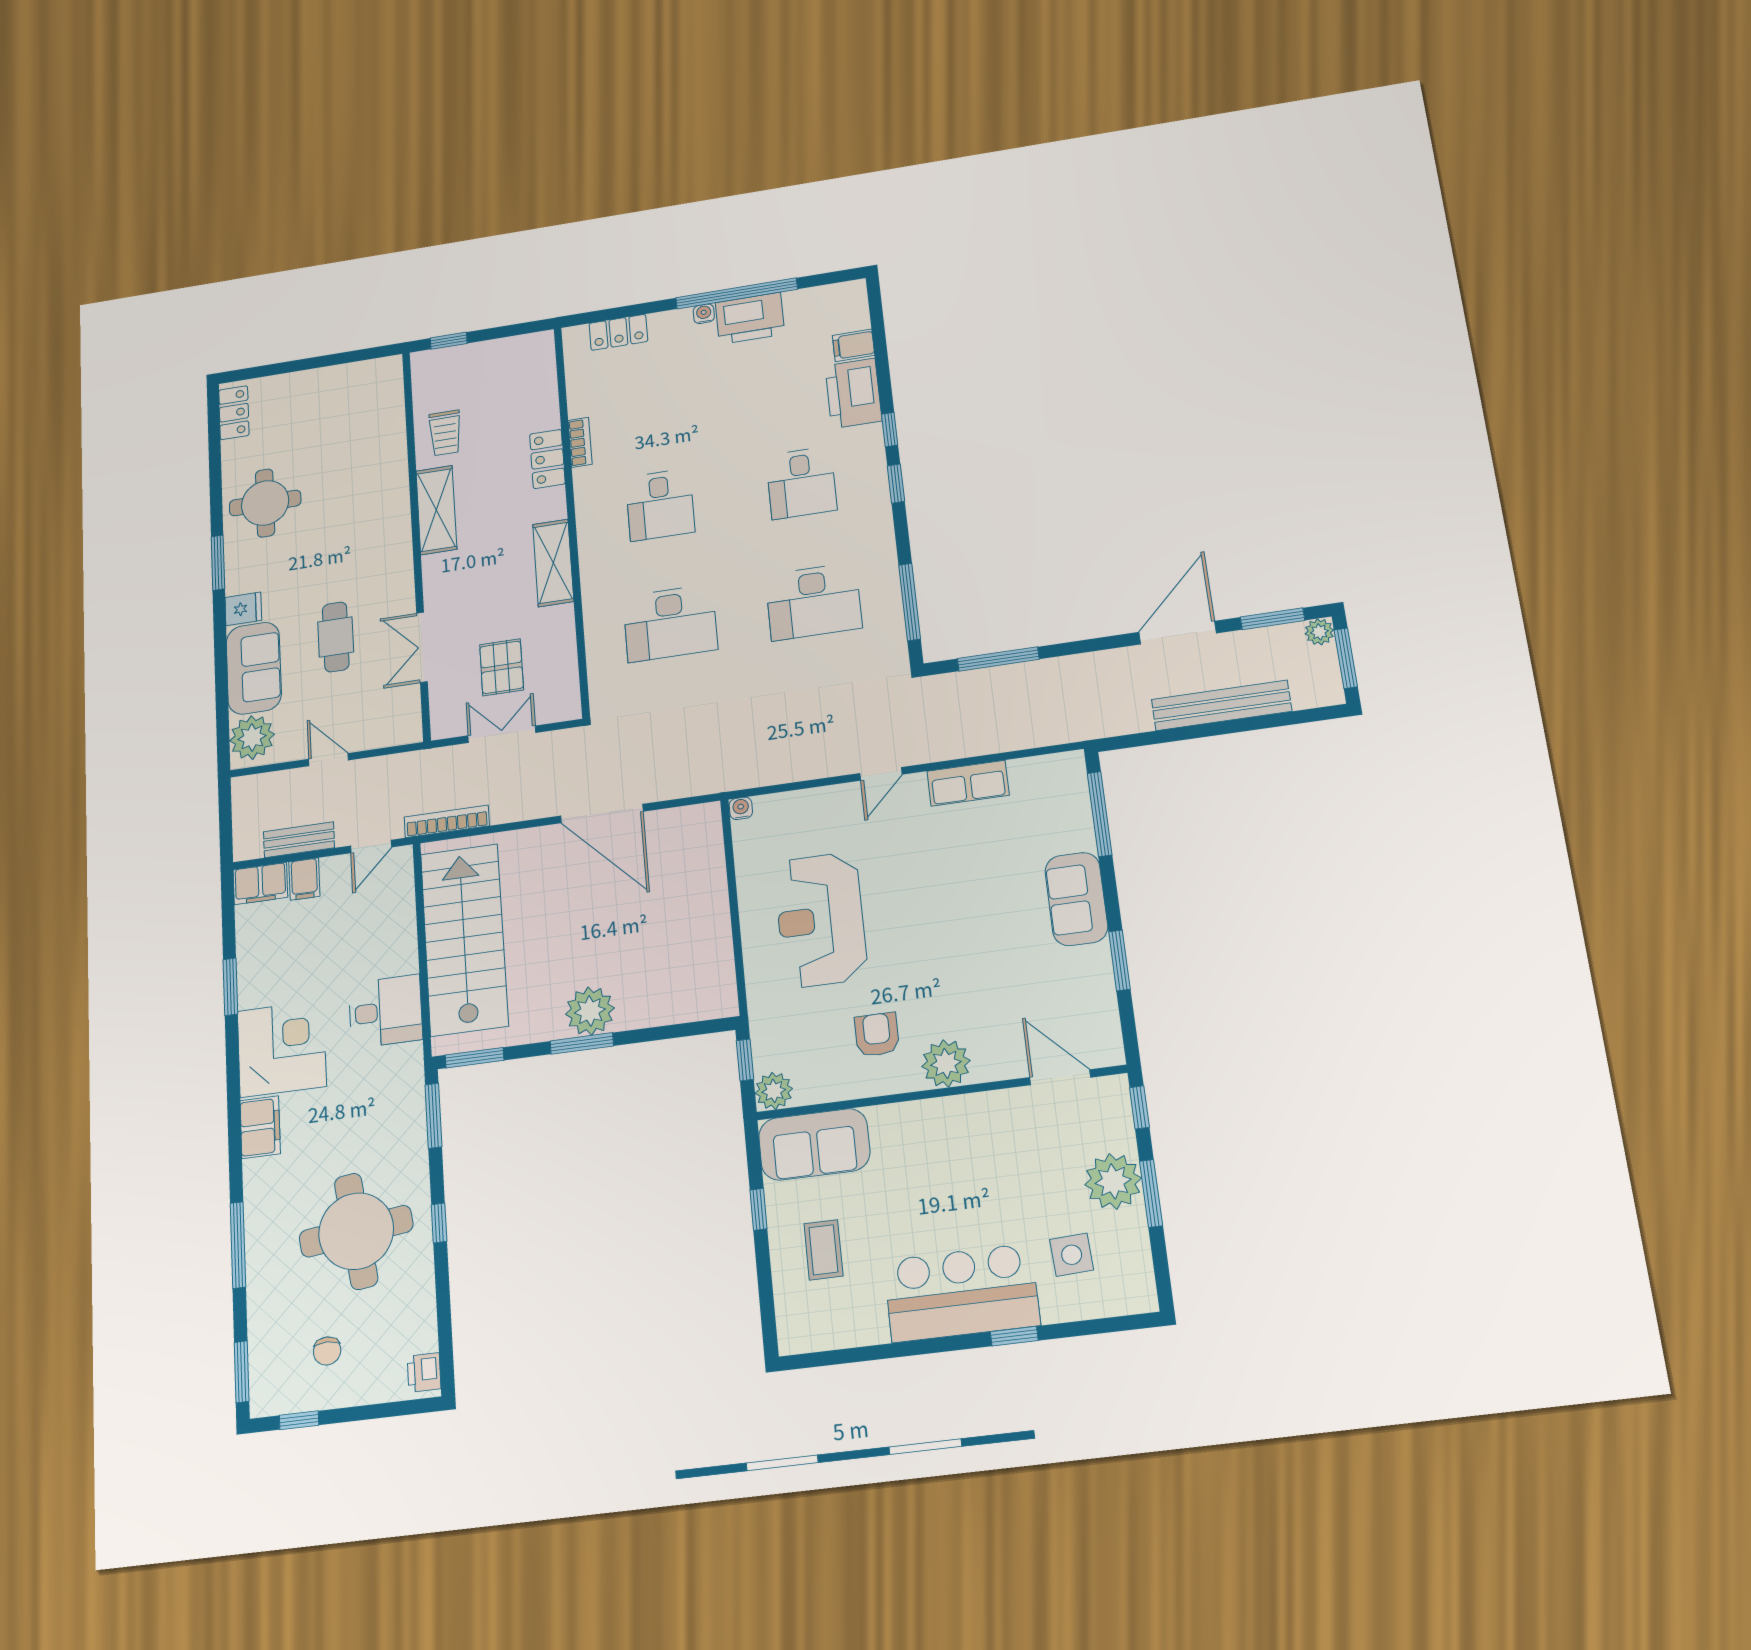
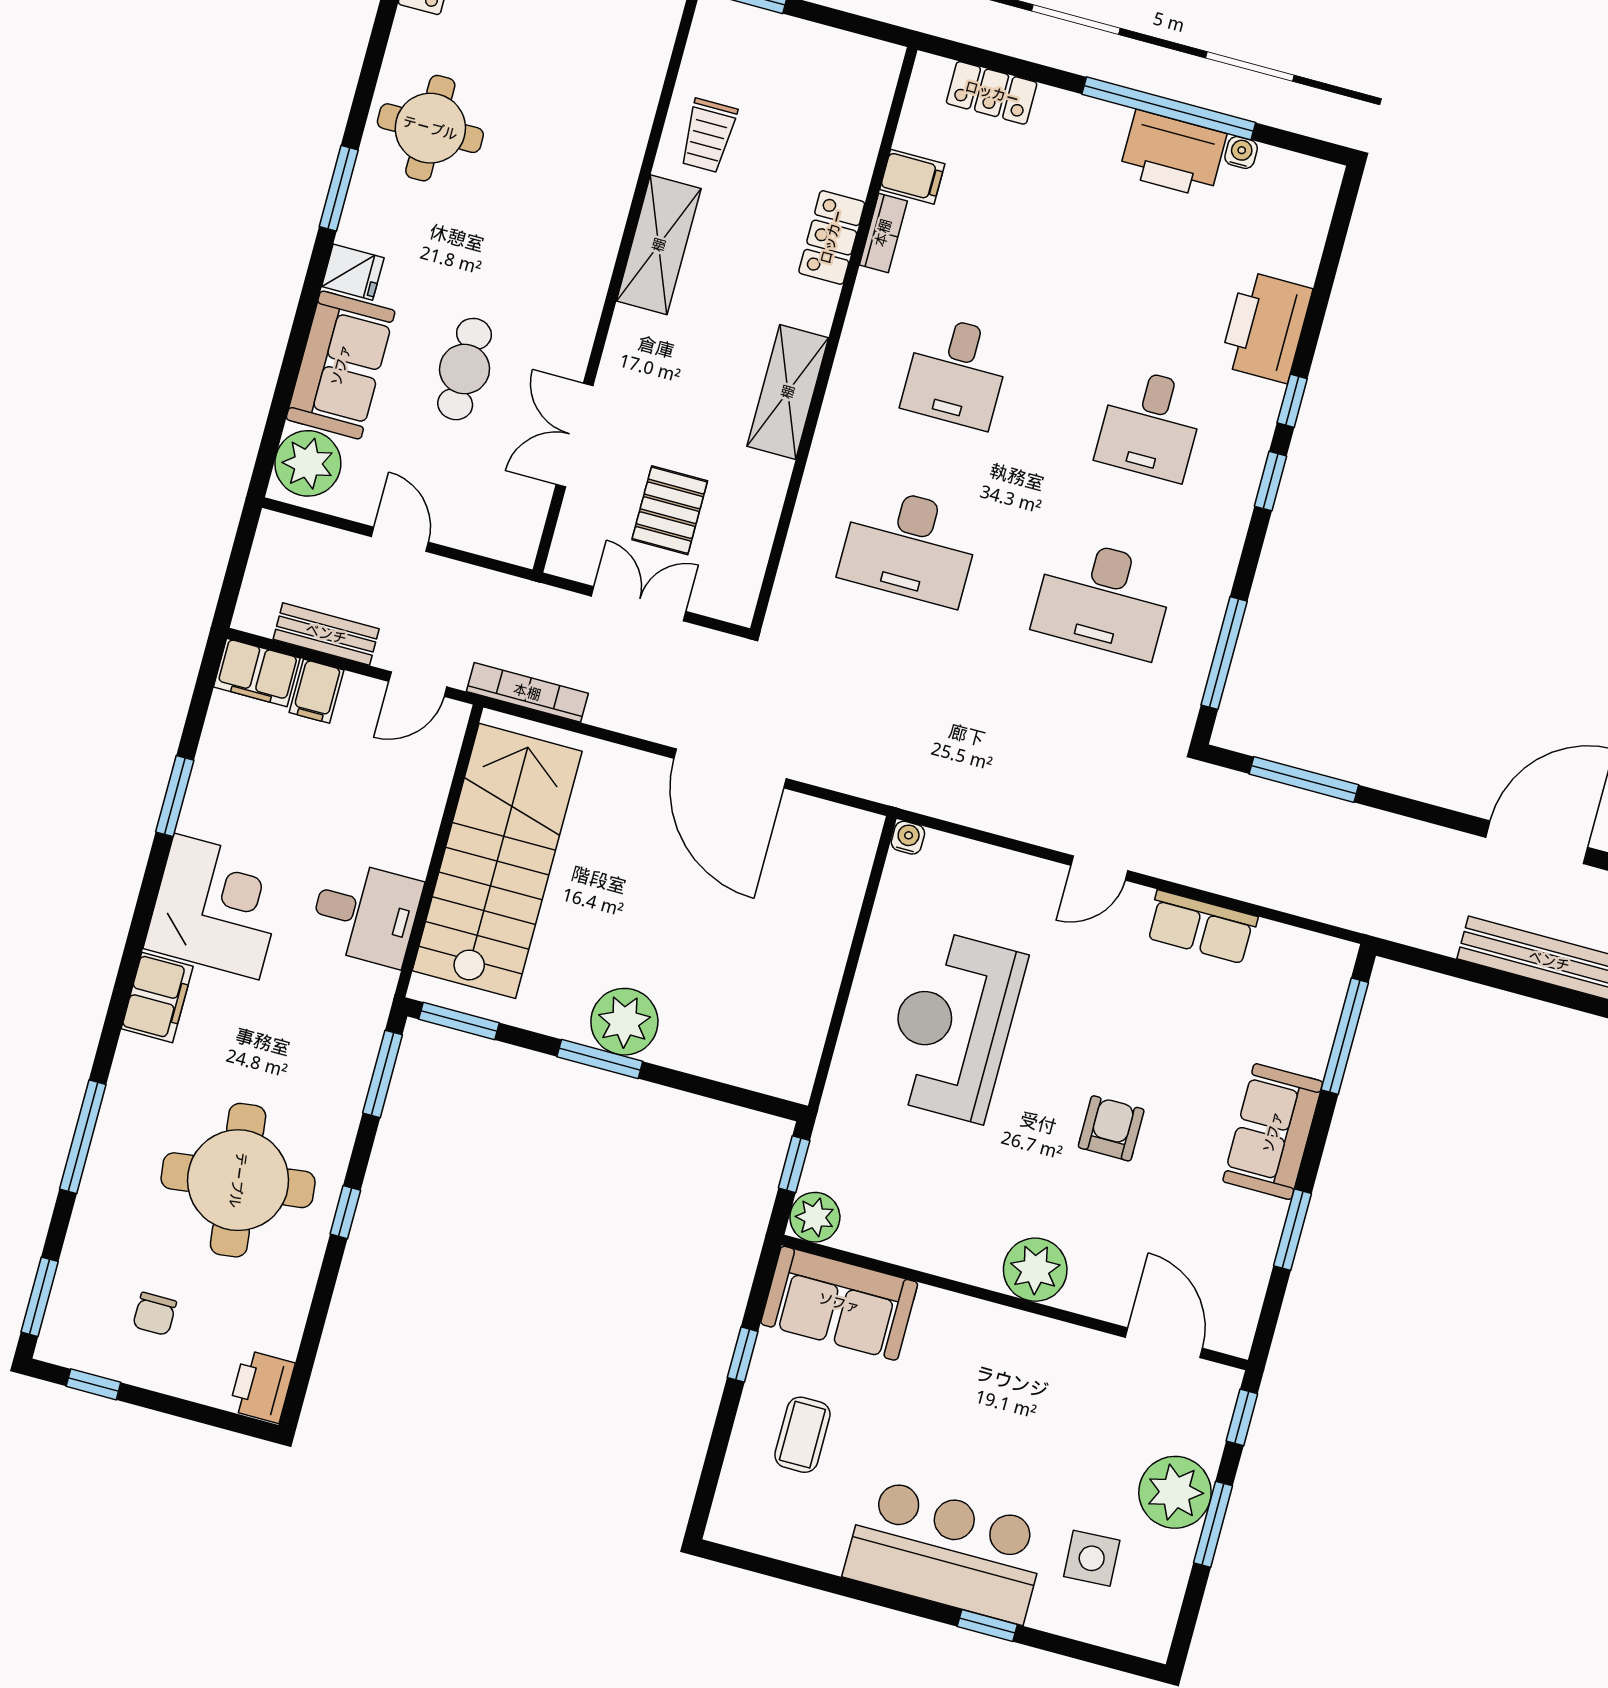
water cooler: (704, 314) -> (1241, 152), moved
filing cabinet: (854, 345) -> (912, 177), moved, turned 180
armchair: (877, 1035) -> (1111, 1128), moved
printer: (424, 1372) -> (262, 1387), width x1.36, depth x1.24

